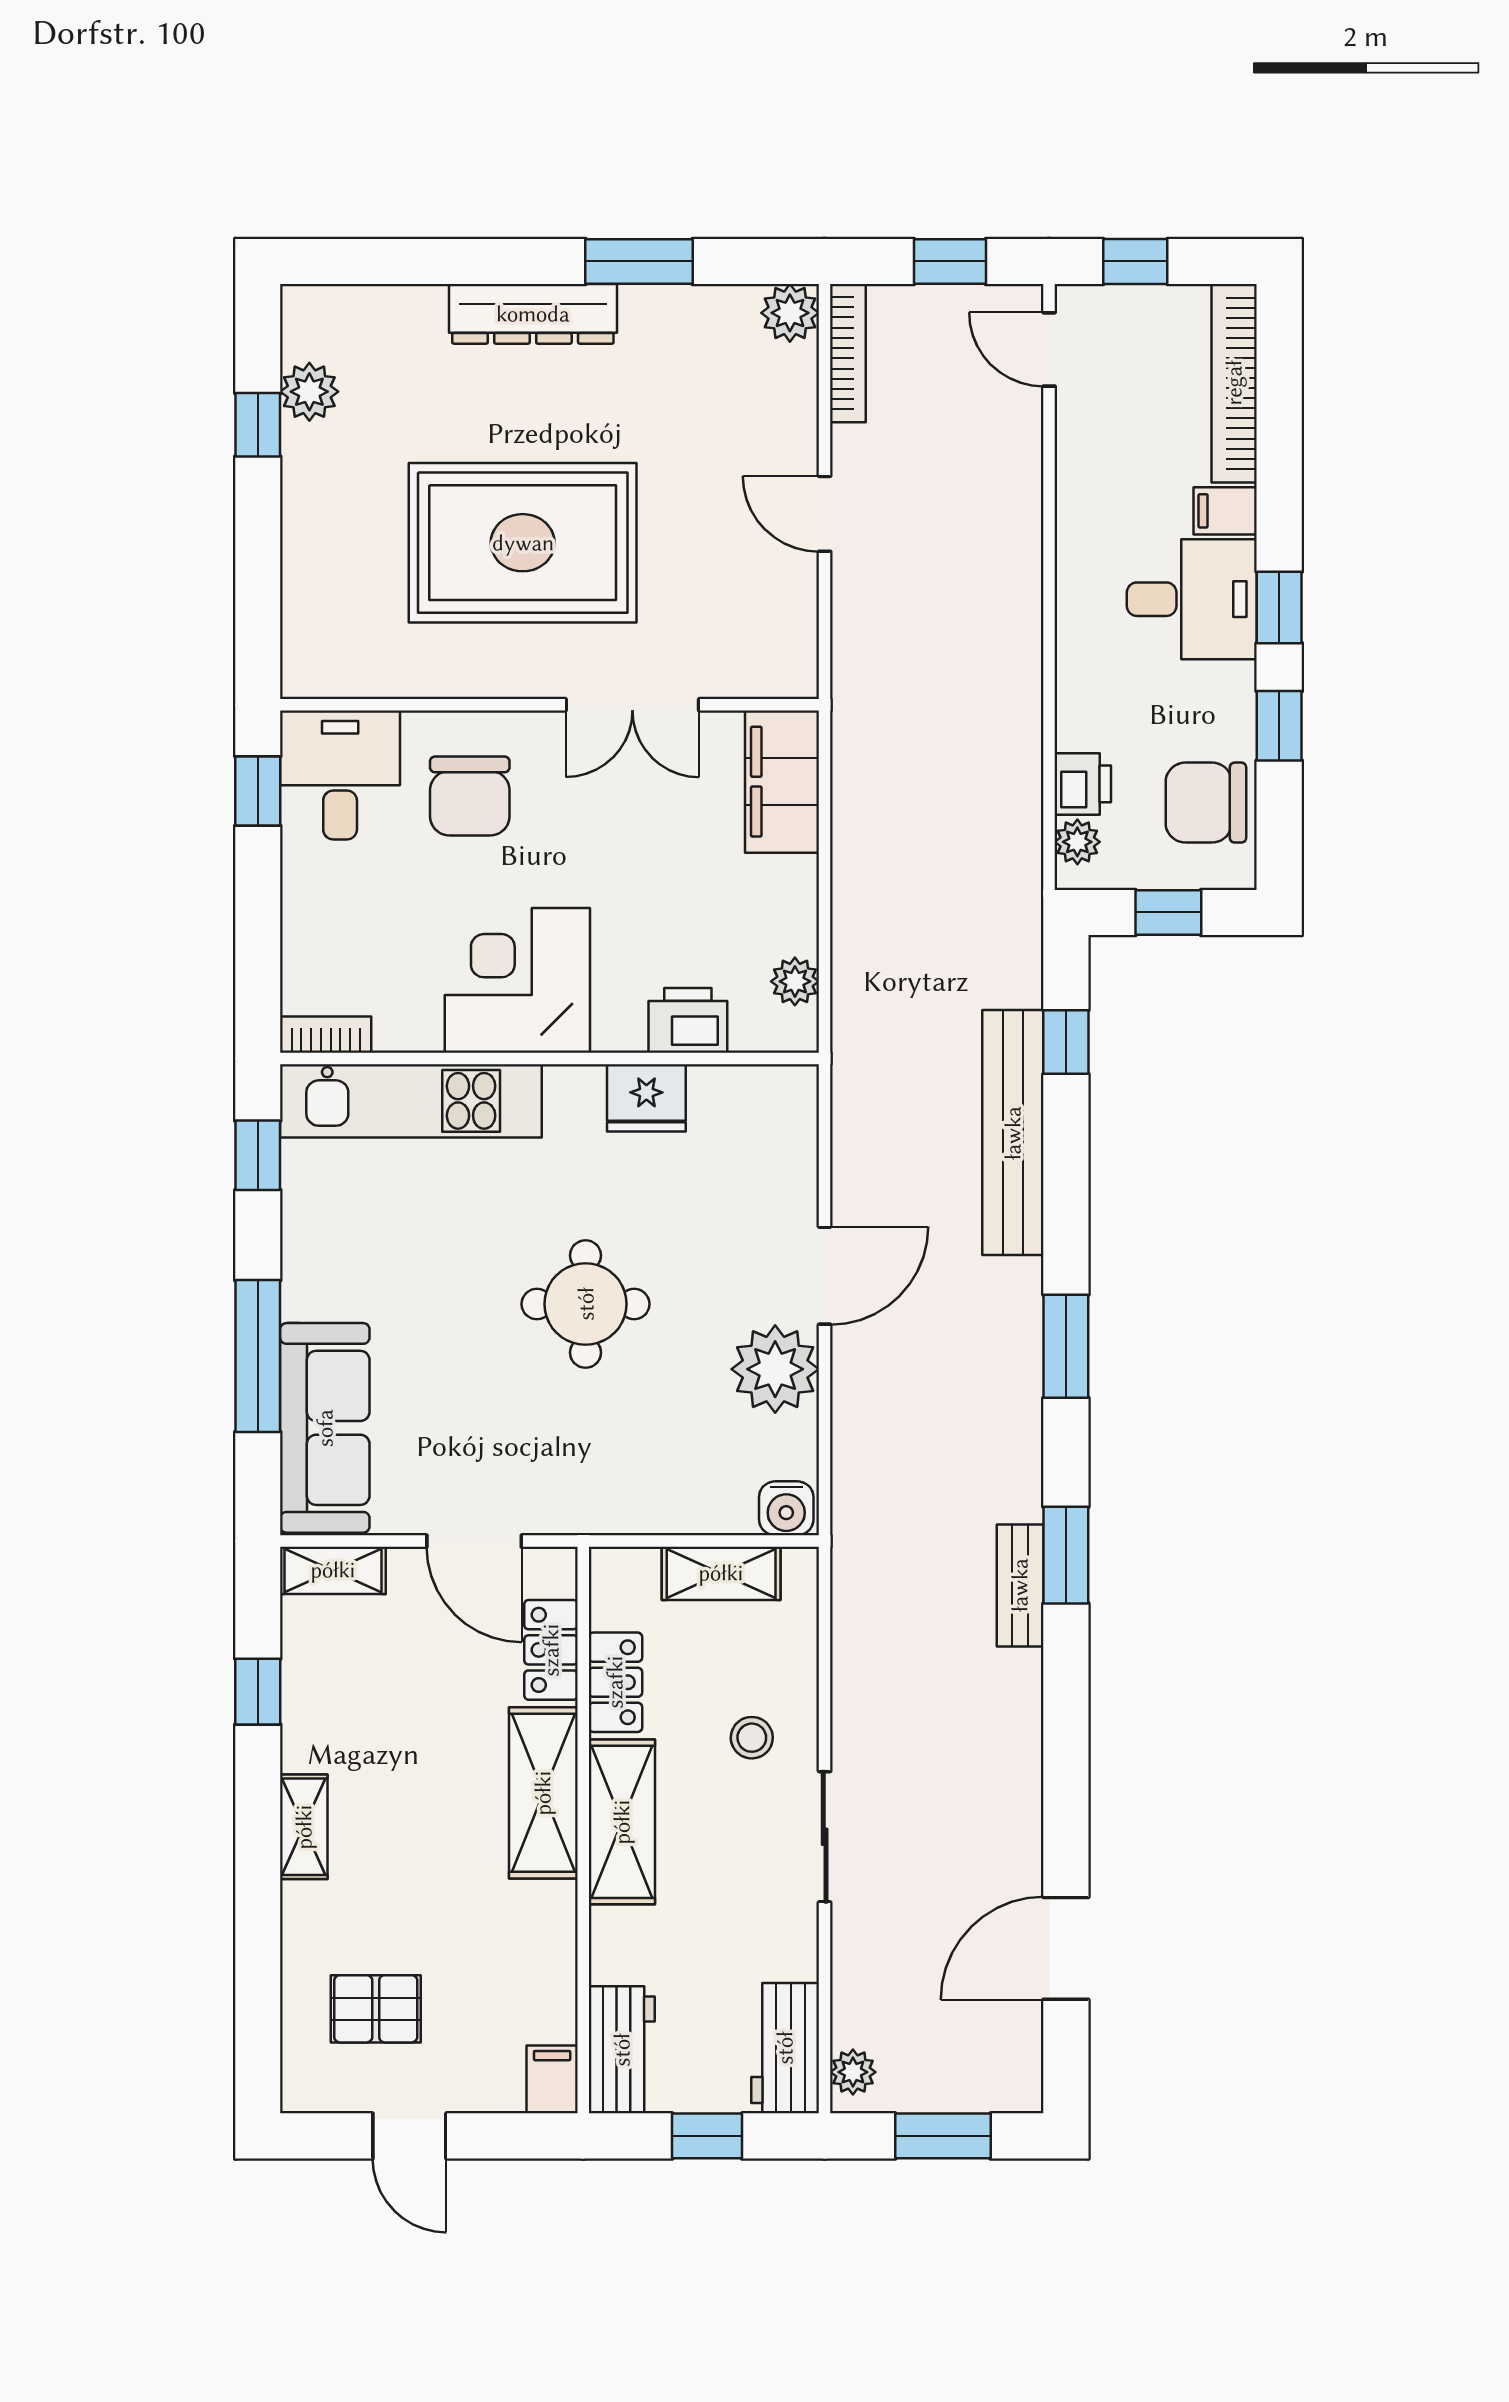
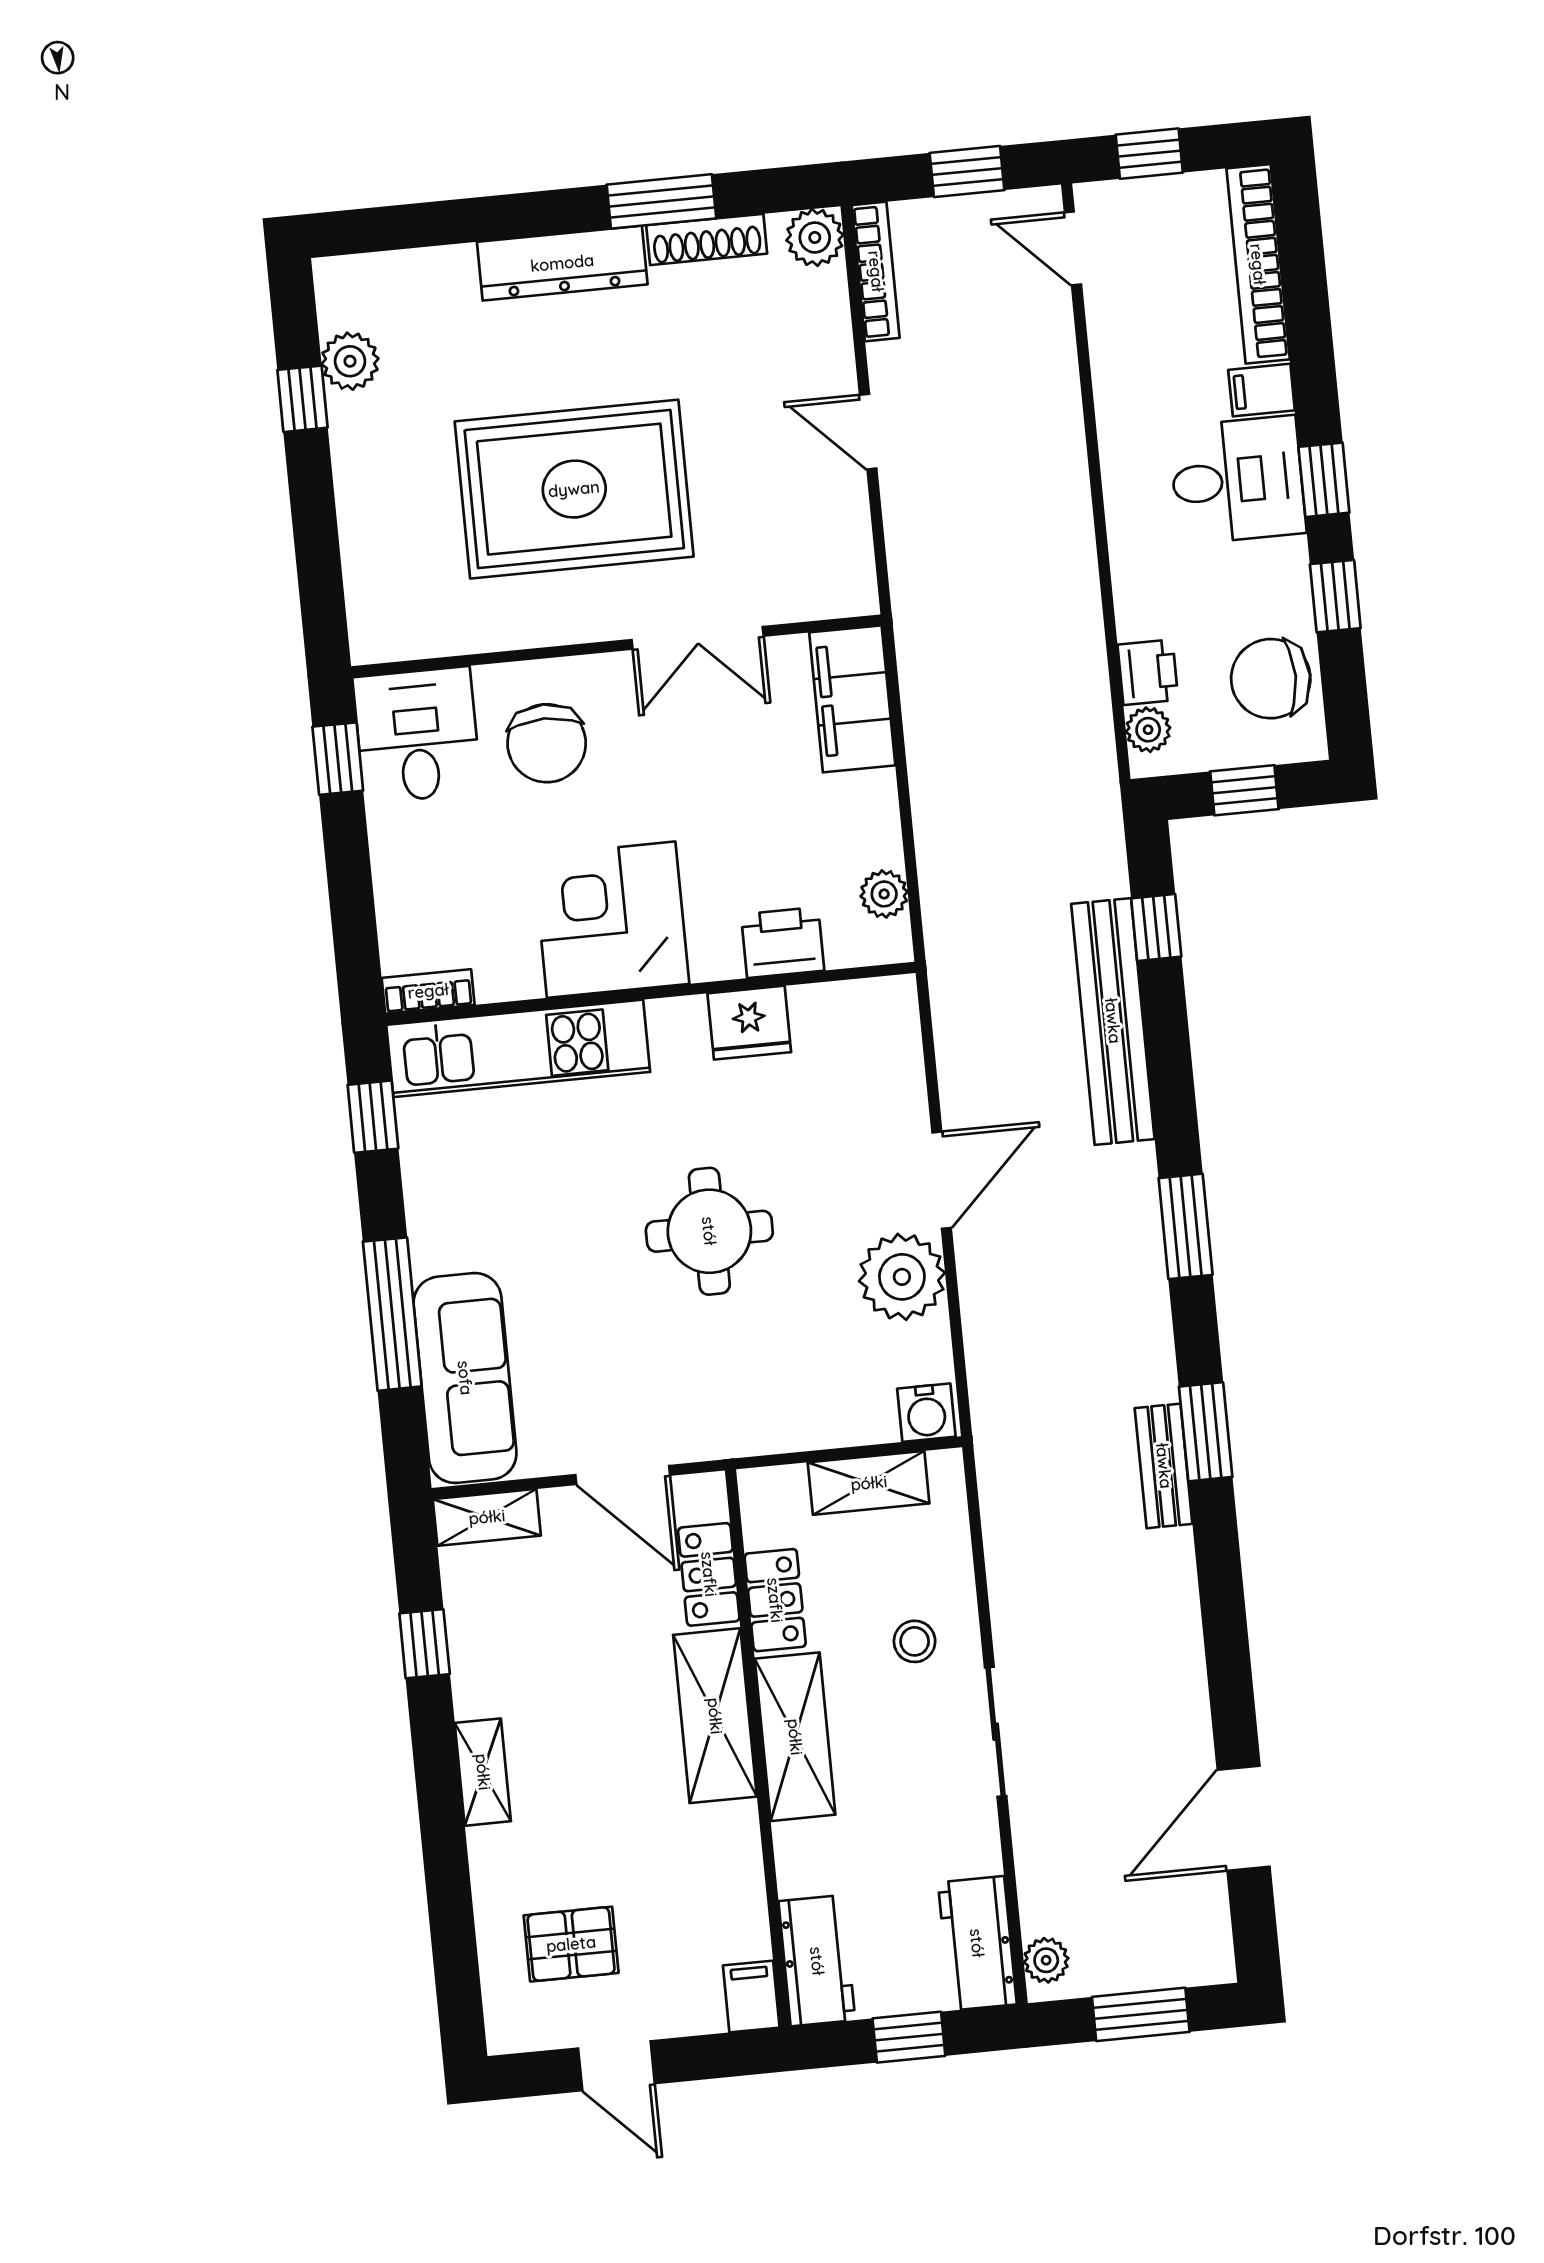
shoe rack: (681, 304) -> (707, 239), added

